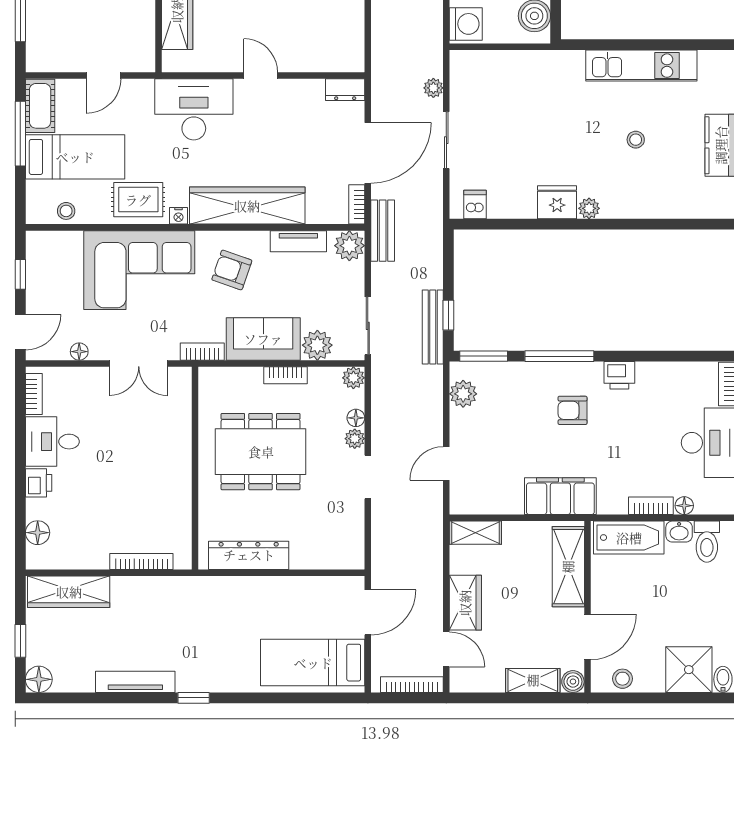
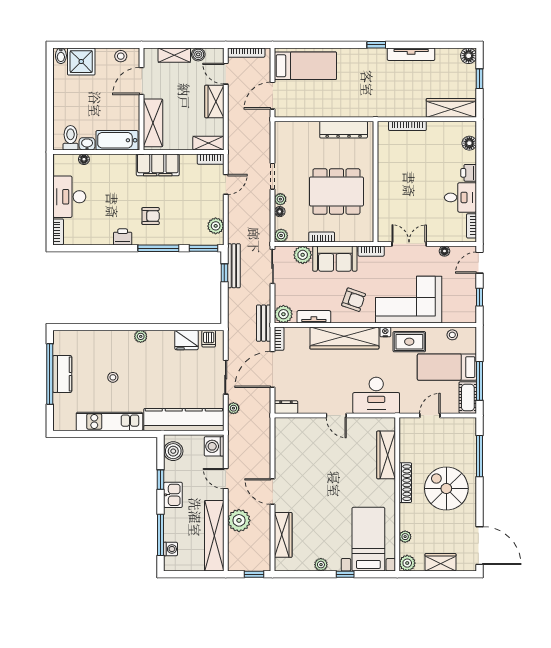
kitchen counter: (517, 69) -> (184, 420), added
fridge: (557, 202) -> (187, 340), moved
bookcase: (651, 506) -> (211, 159), moved
boiler: (573, 682) -> (198, 54), moved

